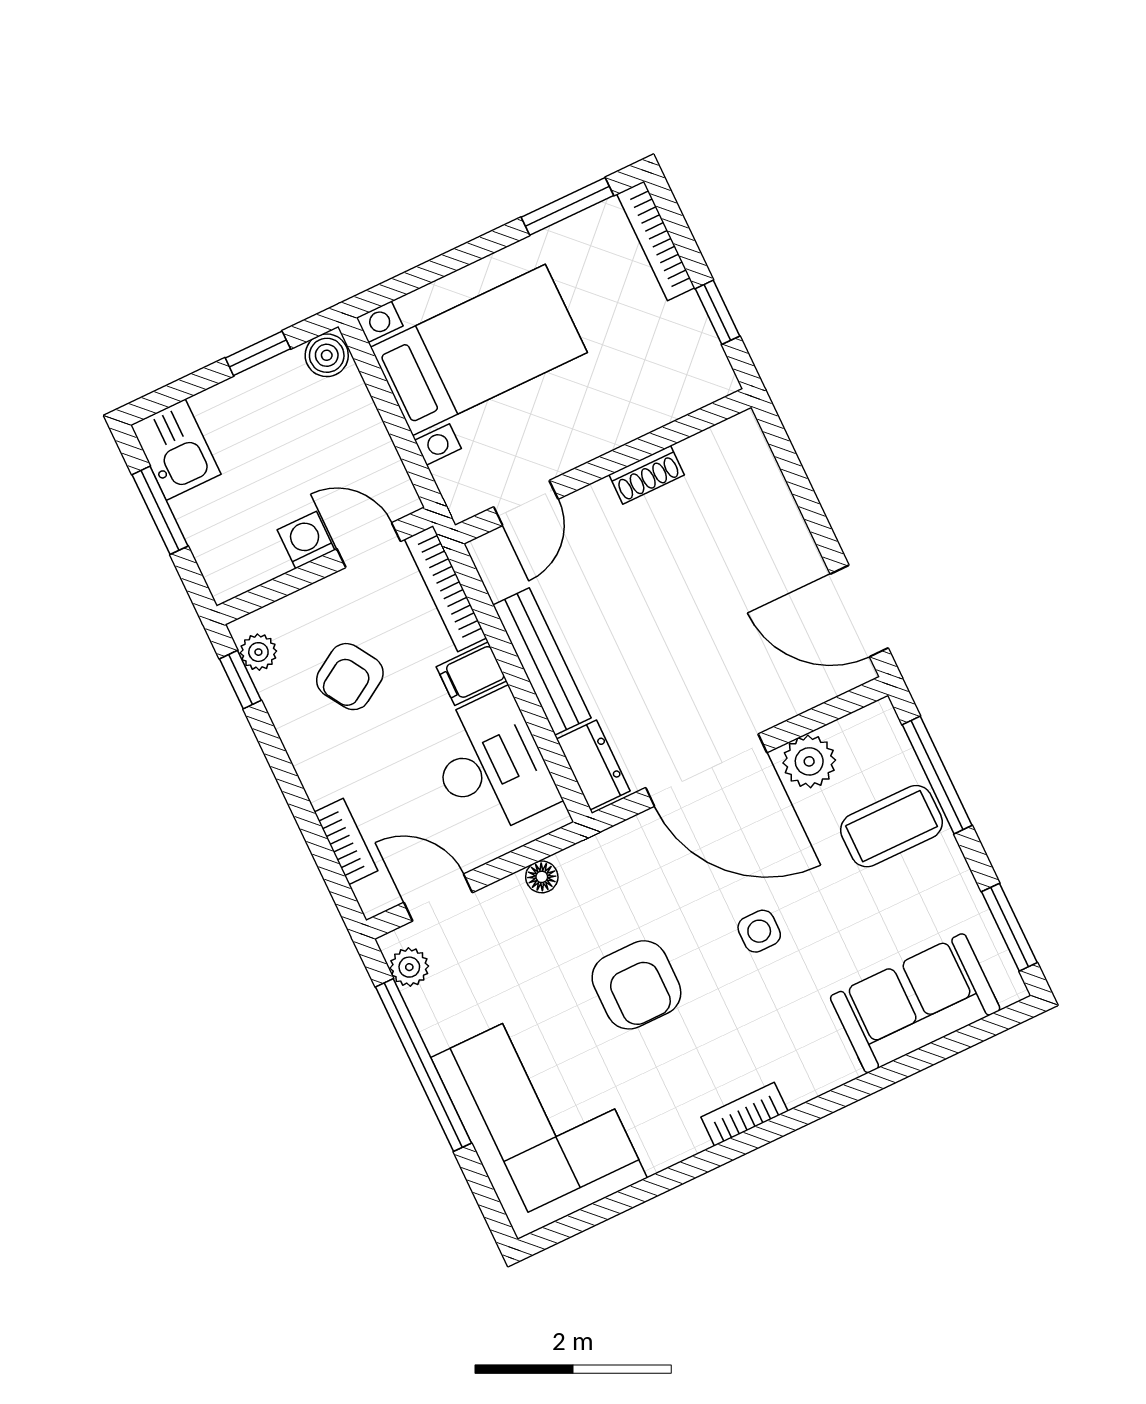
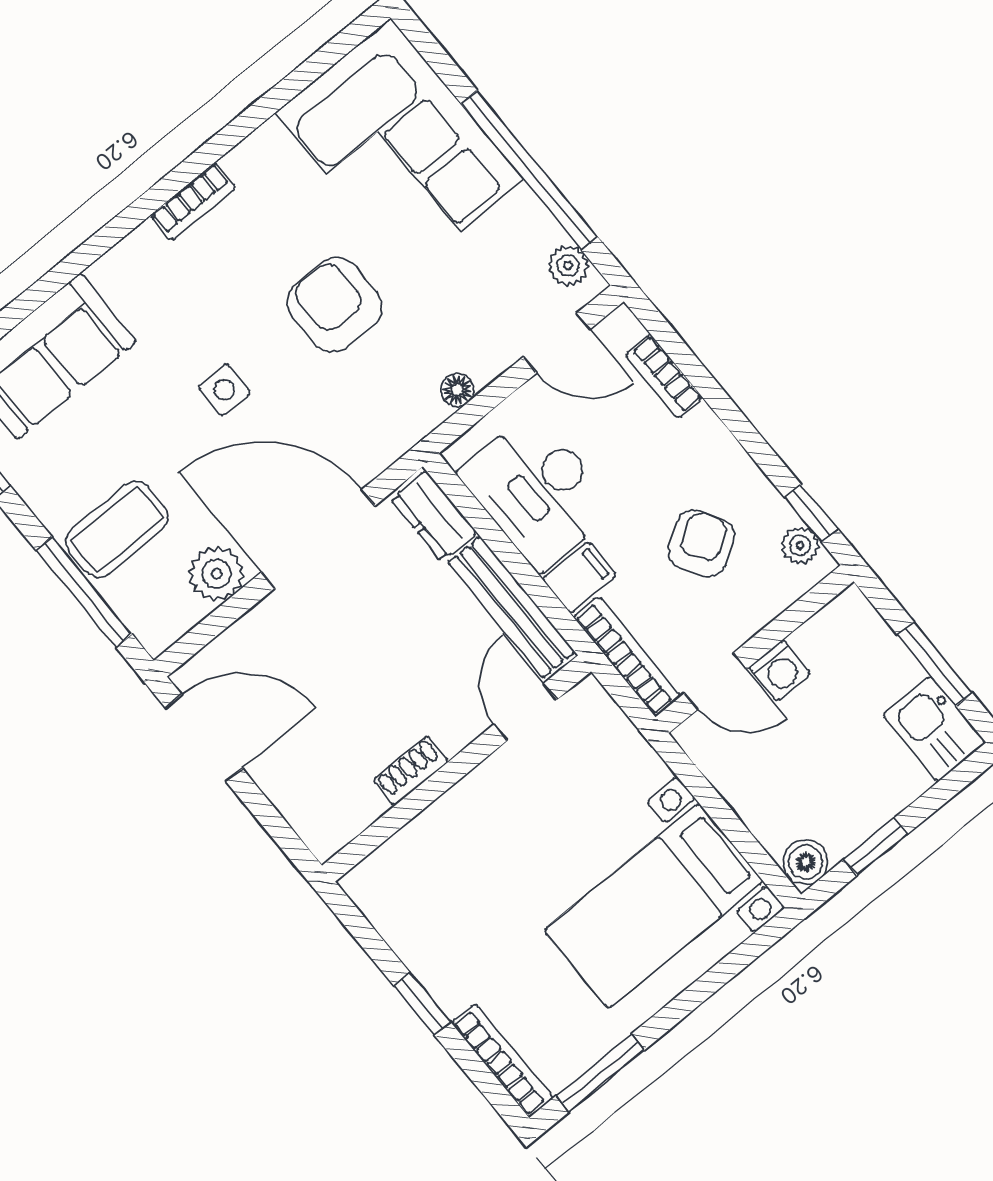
wall: (603, 466) -> (457, 768), moved
shoe rack: (647, 475) -> (411, 771), moved
door: (526, 503) -> (525, 712), moved

